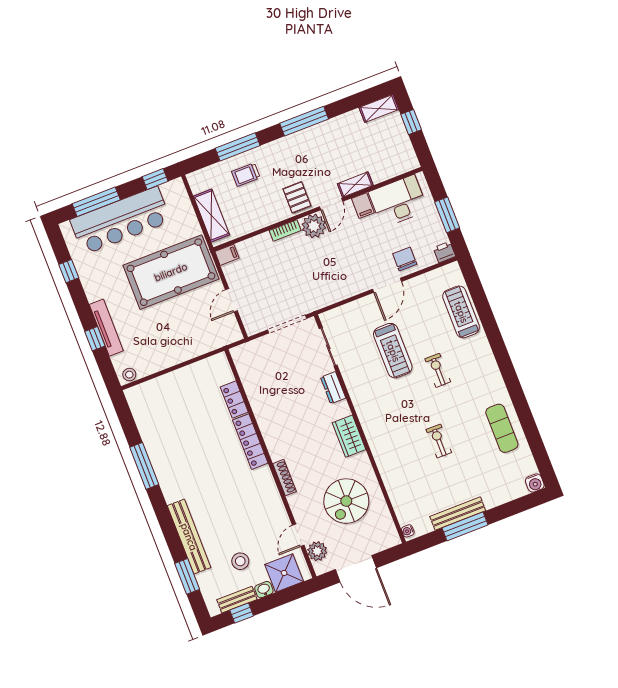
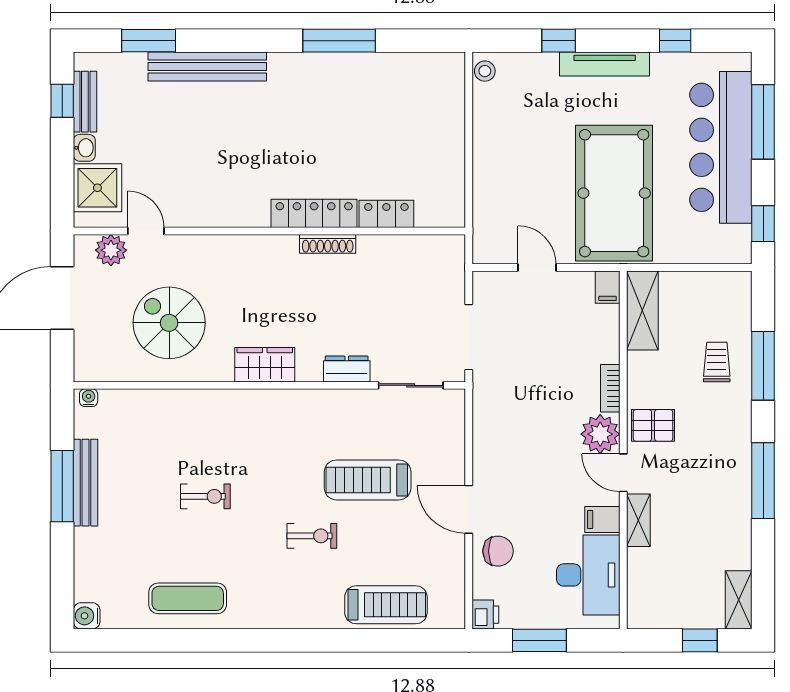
shelving: (211, 215) -> (642, 310), moved, turned 90
tv unit: (106, 328) -> (605, 64), moved
shoe rack: (284, 478) -> (328, 244), moved
stool: (240, 561) -> (141, 129), removed

